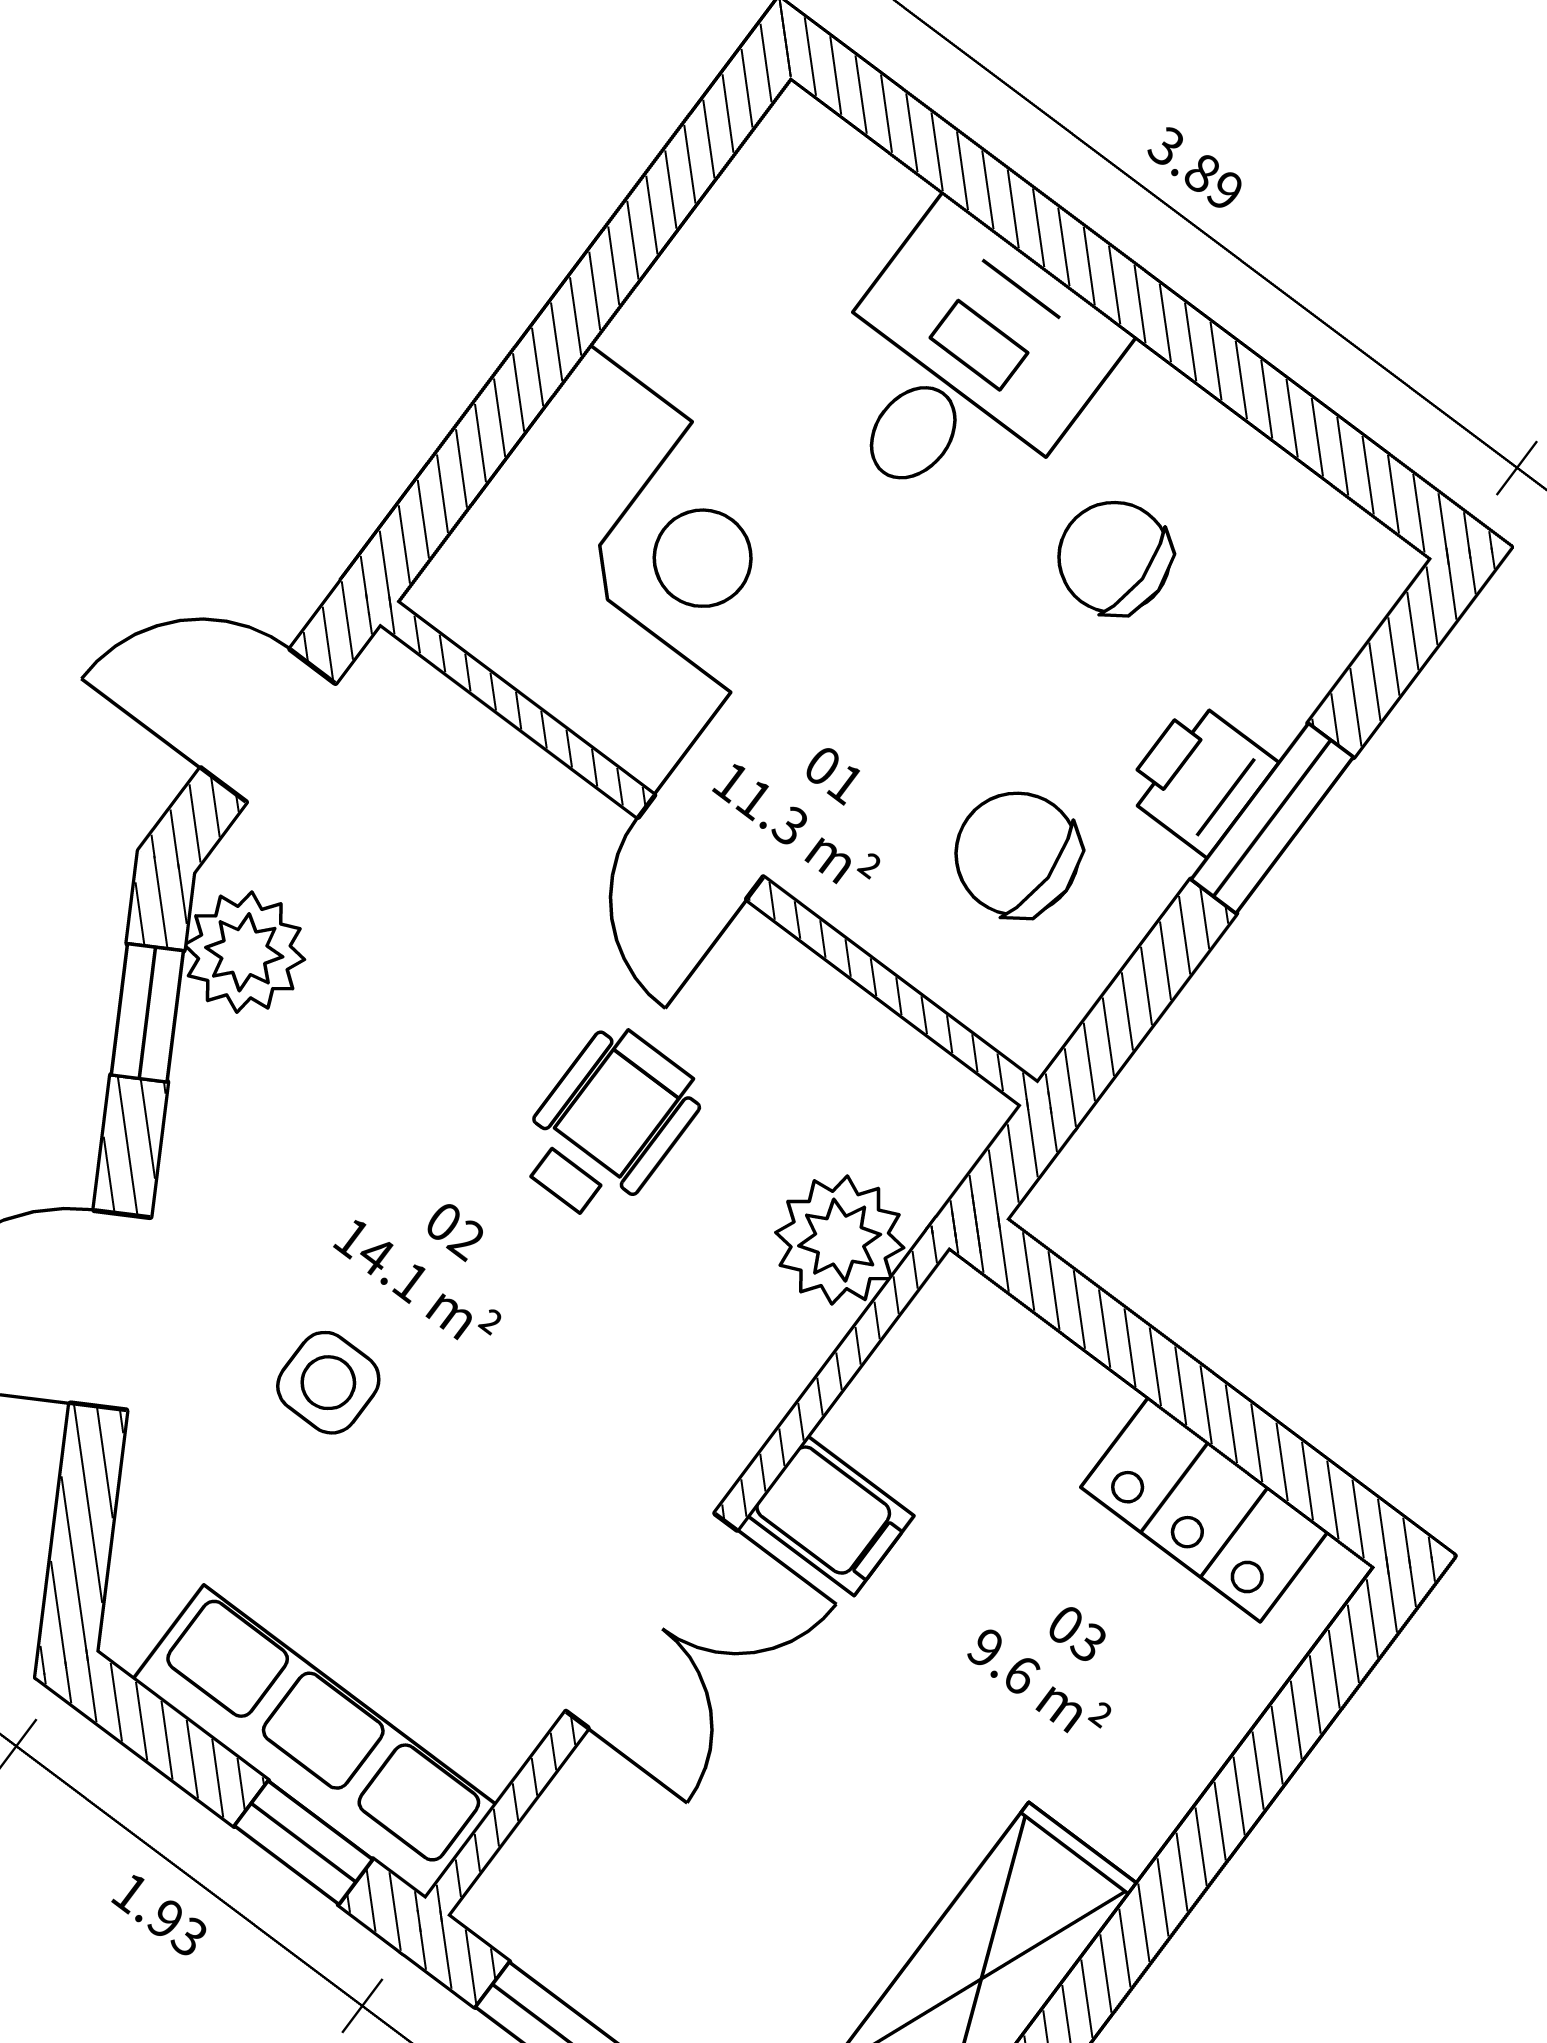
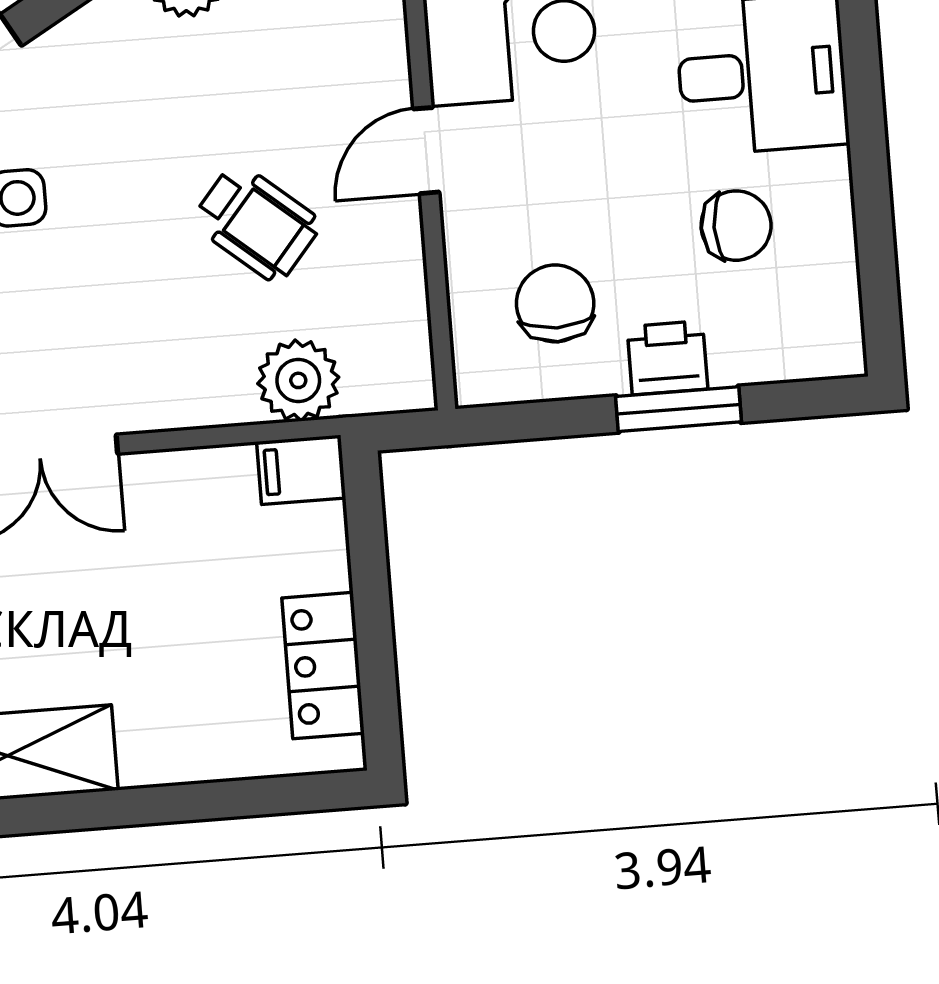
chair: (1114, 557) -> (736, 226), turned 90
wheelchair: (608, 1125) -> (256, 223), turned 40
filing cabinet: (831, 1516) -> (301, 470), moved, turned 90

